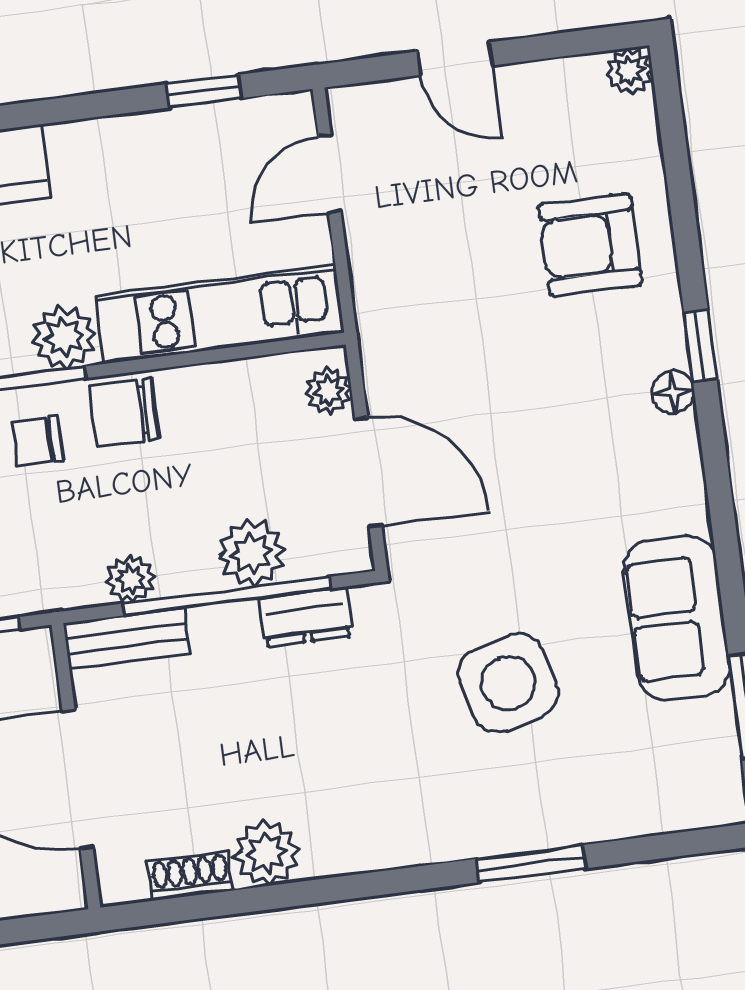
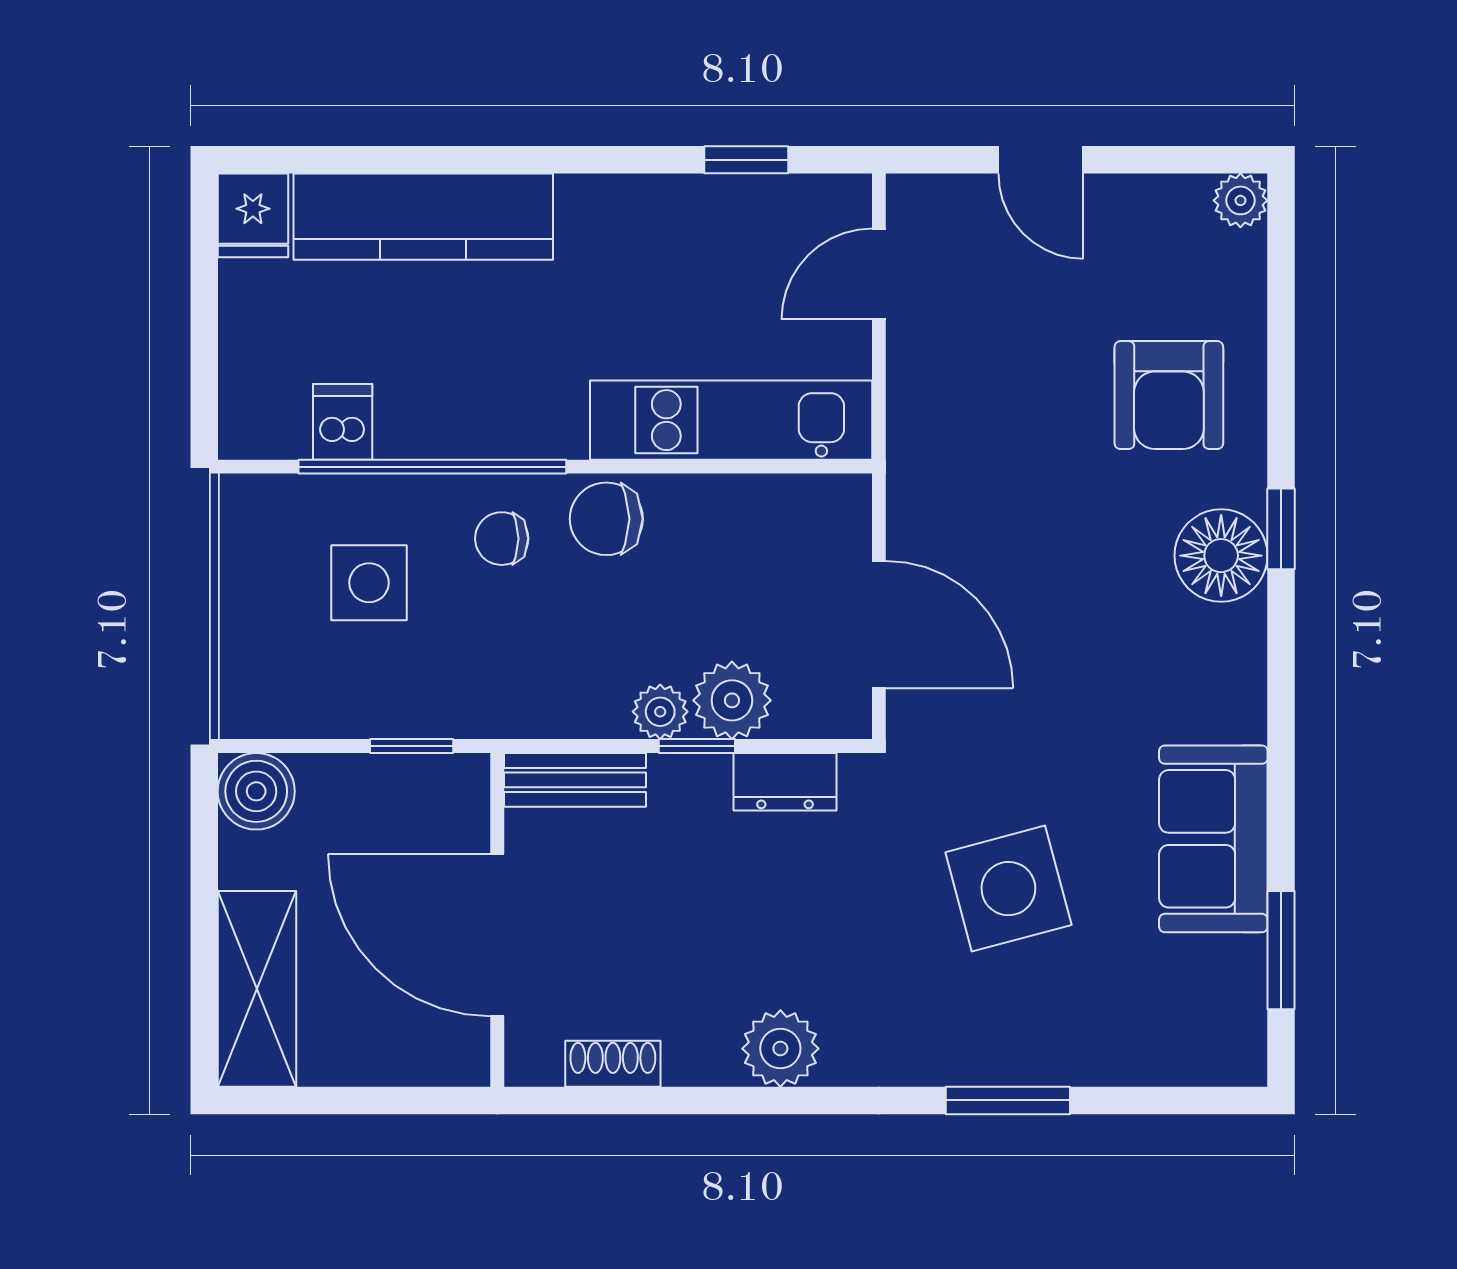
armchair: (590, 245) -> (1169, 395), turned -90
plant: (64, 337) -> (548, 423), removed
plant: (329, 391) -> (845, 525), removed
floor lamp: (673, 392) -> (1221, 556), width x1.89, depth x1.89
plant: (131, 579) -> (660, 712), moved
window: (227, 596) -> (697, 746), width x0.32
plant: (266, 853) -> (780, 1049), moved

